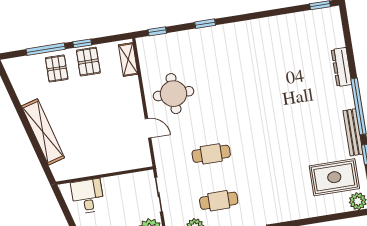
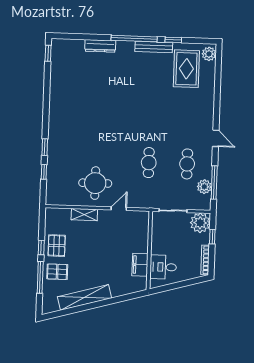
window: (157, 31) -> (44, 172), moved
shelving: (128, 60) -> (84, 215), moved
pallet: (88, 62) -> (57, 246), turned 90
shelving: (43, 132) -> (84, 297), moved
filing cabinet: (85, 168) -> (140, 265), added

